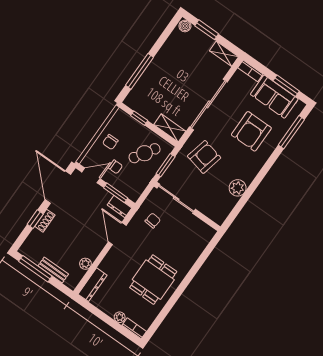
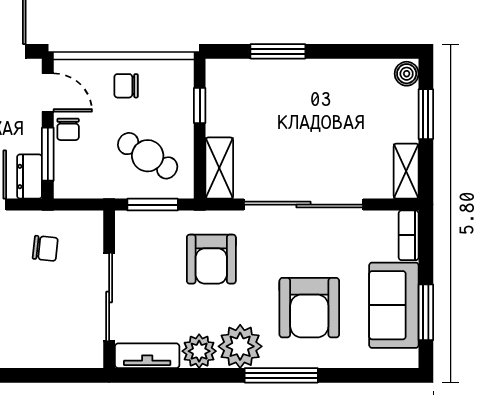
window: (140, 71) -> (278, 51), width x0.69
armchair: (251, 131) -> (309, 308), turned -90
window: (291, 132) -> (281, 375), moved
armchair: (204, 157) -> (211, 259), turned 77
chair: (115, 167) -> (68, 129), moved
plant: (247, 170) -> (240, 346), added
sliding door: (176, 199) -> (109, 297), moved
tv unit: (225, 210) -> (147, 356), added

